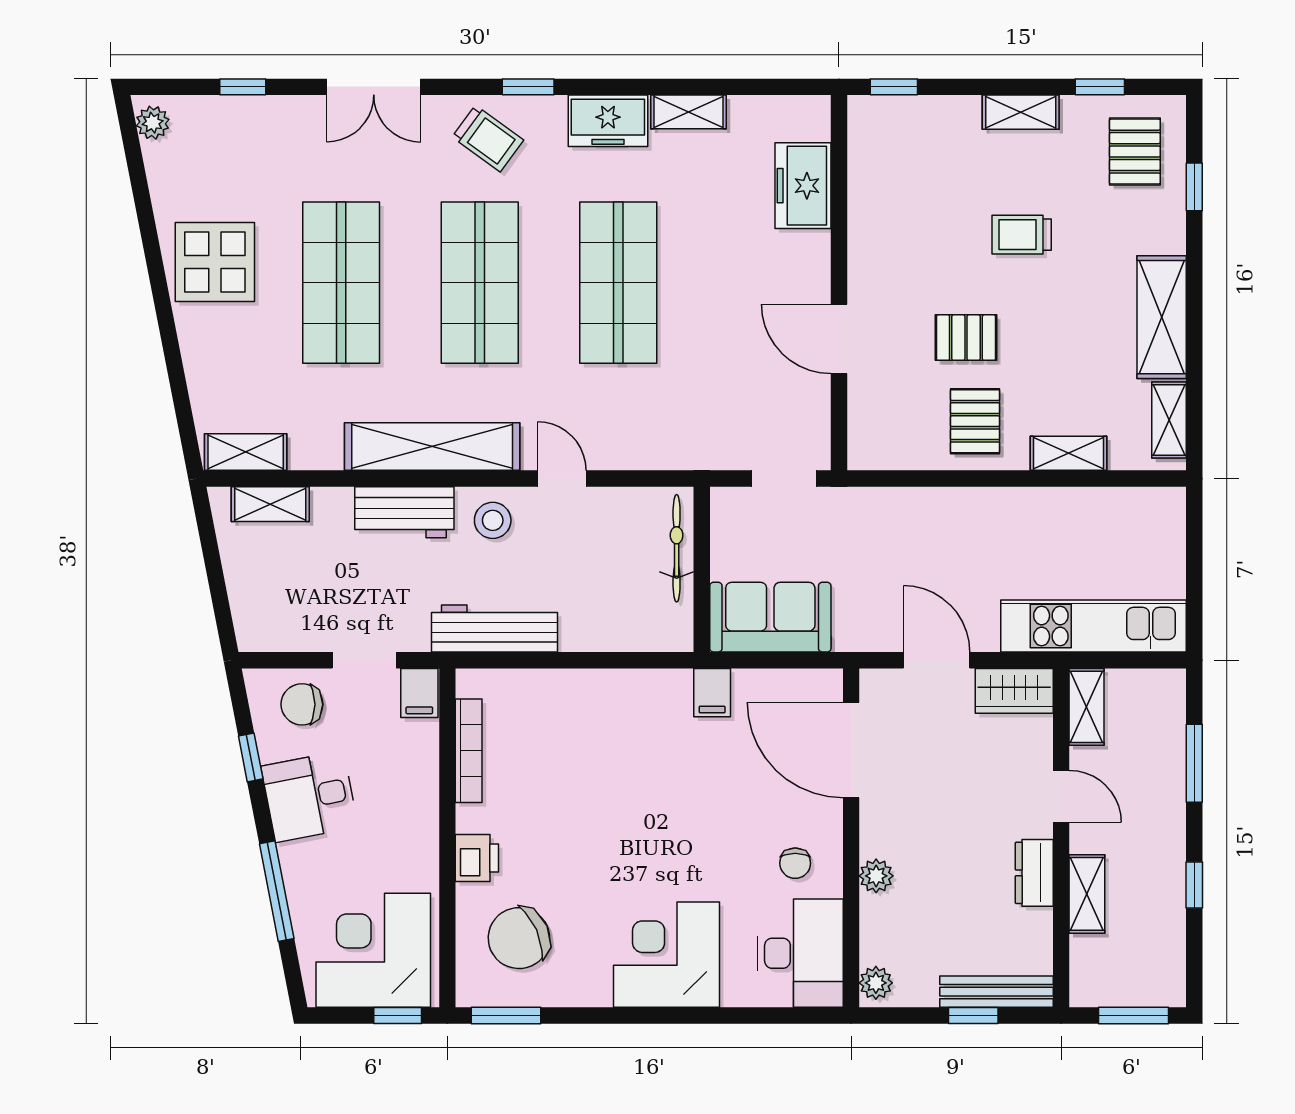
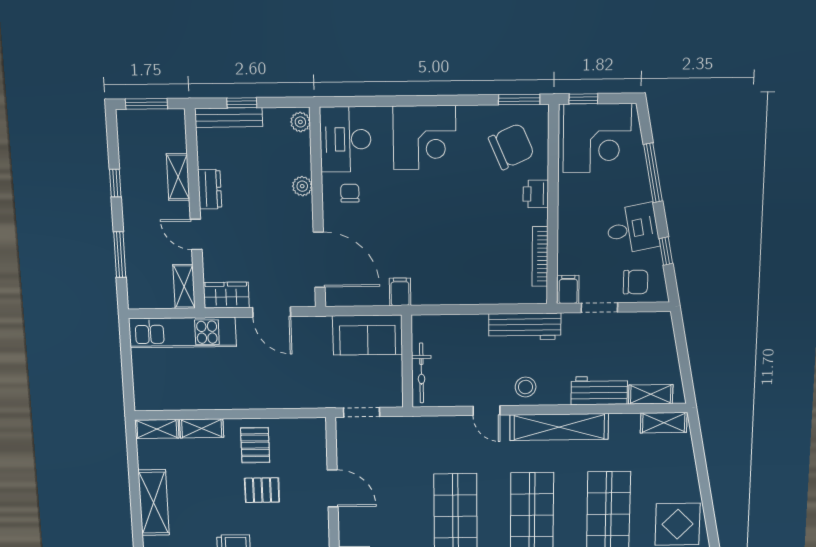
shelving: (1169, 420) -> (157, 429), moved, turned 90
workbench: (404, 512) -> (599, 391), moved

